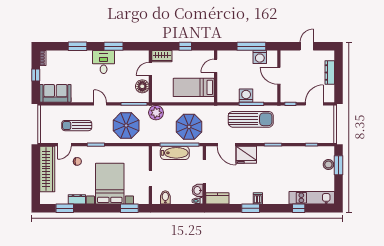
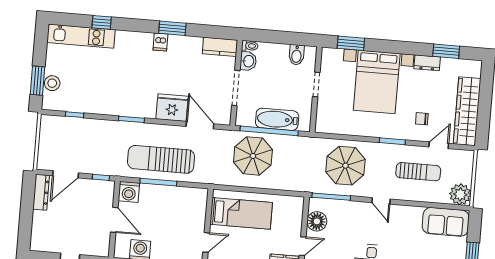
dresser: (330, 73) -> (41, 192), moved
washing machine: (246, 96) -> (129, 192), moved
plant: (156, 113) -> (460, 194), moved

